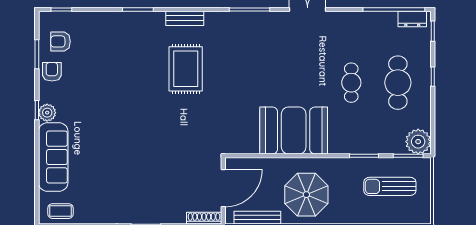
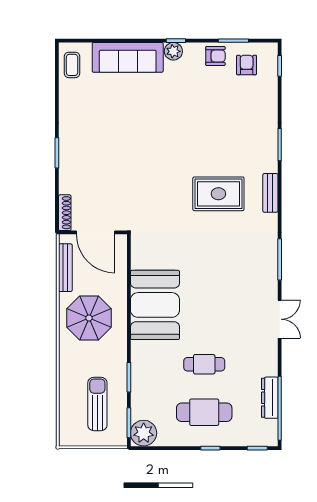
dresser: (412, 19) -> (270, 398), moved, width x1.44

